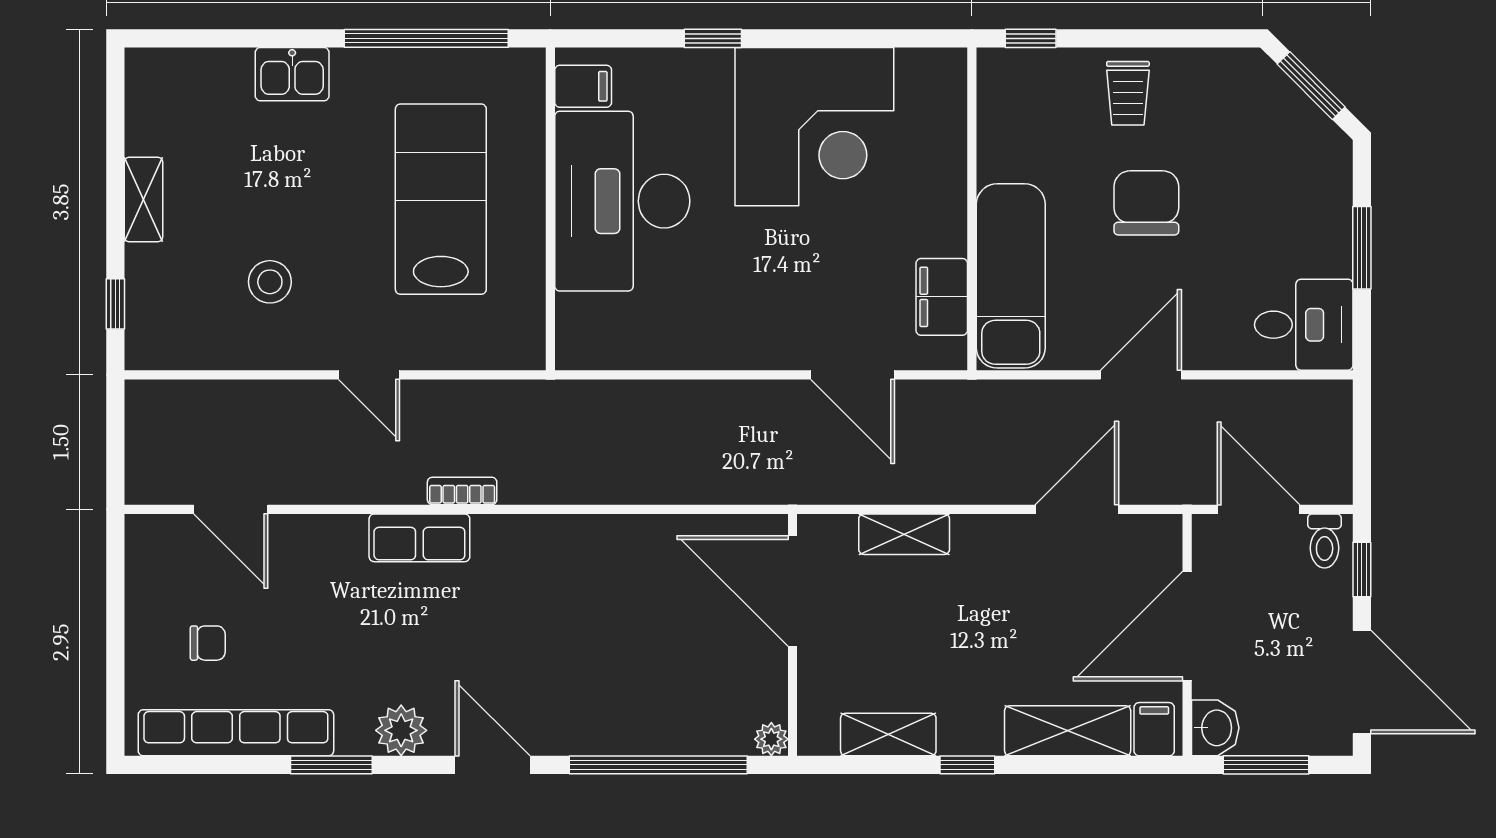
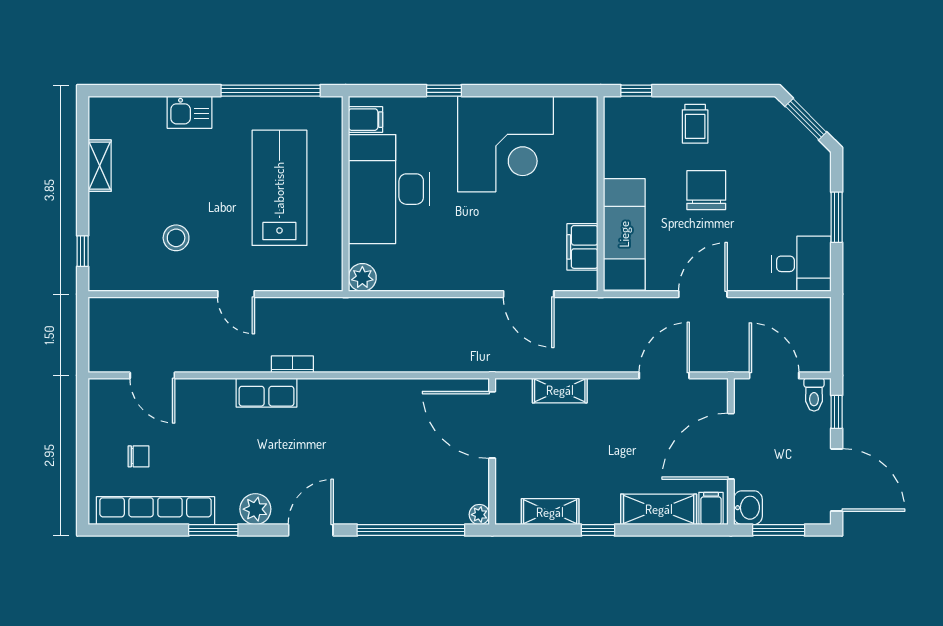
shelving: (143, 199) -> (100, 166), moved
plant: (578, 347) -> (362, 277), added
door: (492, 765) -> (311, 530), hinge flipped

